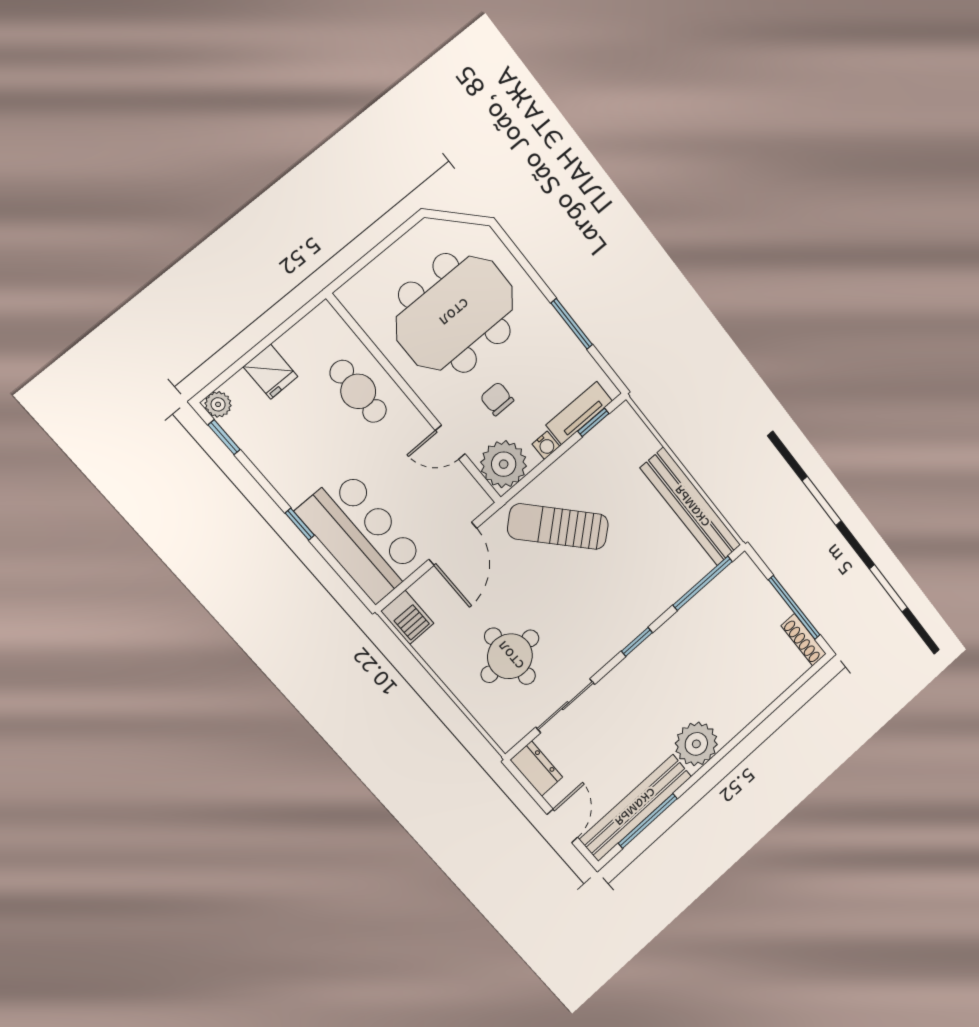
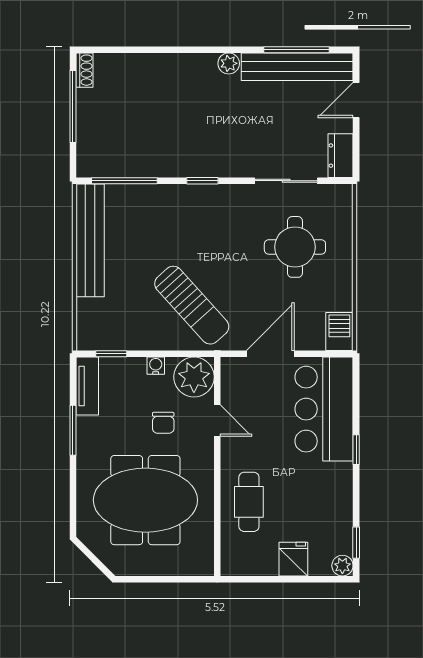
tv unit: (579, 413) -> (87, 386), moved, turned -90
shoe rack: (804, 640) -> (84, 70), width x0.70
plant: (696, 744) -> (229, 63), width x0.53, depth x0.53

